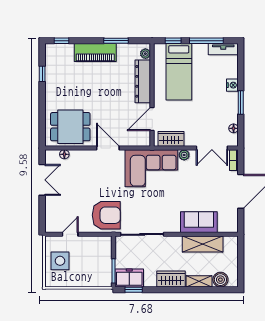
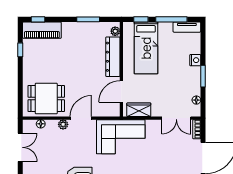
piano: (95, 52) -> (42, 30), moved
door: (108, 148) -> (81, 118), hinge flipped
plant: (184, 155) -> (63, 124), moved

